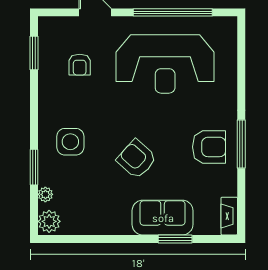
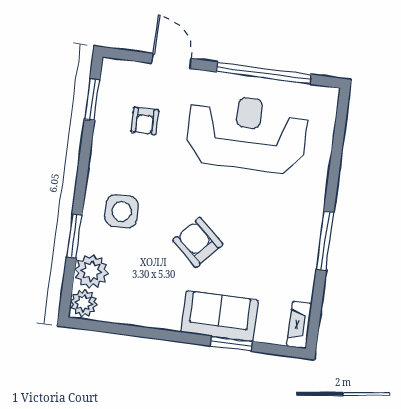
reception desk: (165, 64) -> (247, 133), turned 180
armchair: (209, 147) -> (286, 239), removed
plant: (45, 194) -> (91, 271), width x1.88, depth x1.88

